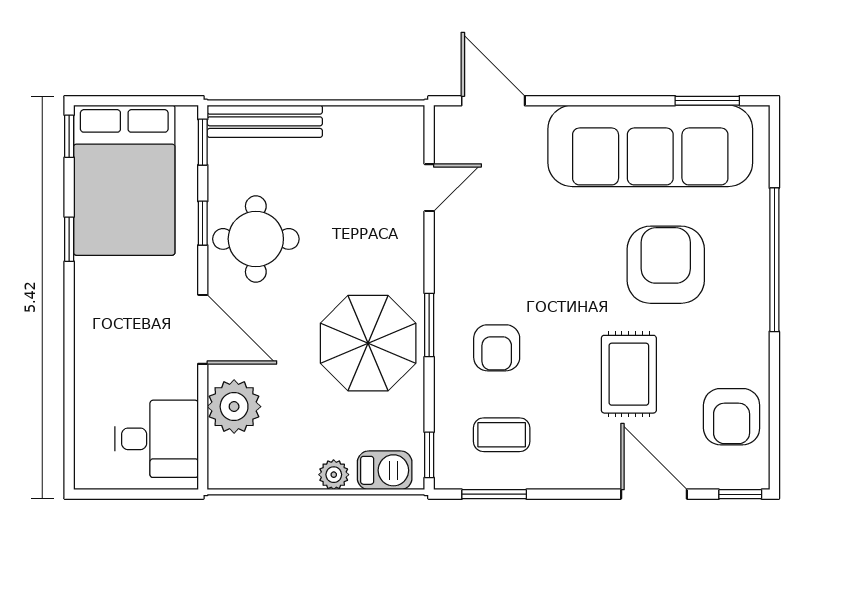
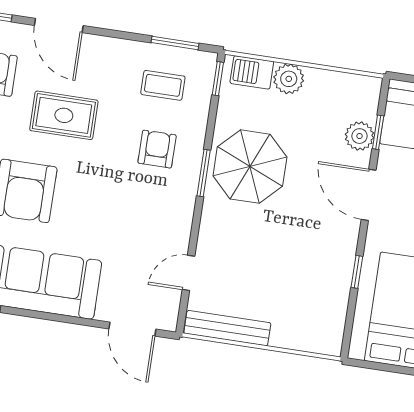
bench: (265, 121) -> (227, 328), moved
window: (203, 142) -> (378, 132), moved
round table: (256, 239) -> (320, 255), removed
rug: (629, 374) -> (64, 115), turned 90
plant: (234, 407) -> (360, 136), width x0.73, depth x0.73
plant: (334, 475) -> (289, 79), width x1.38, depth x1.38

